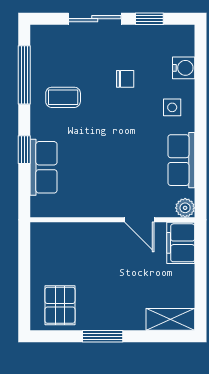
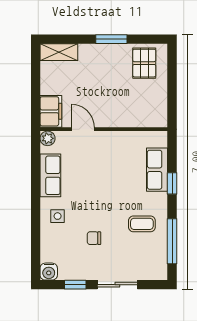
water cooler: (184, 68) -> (49, 272), moved, turned -90

